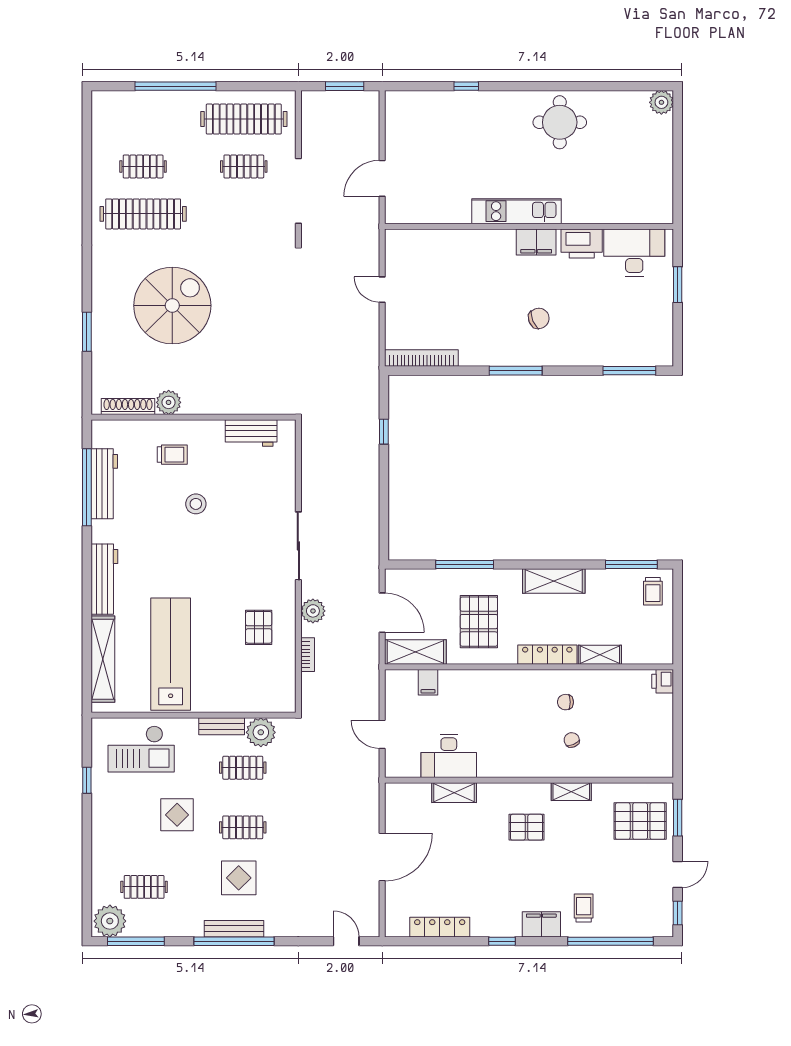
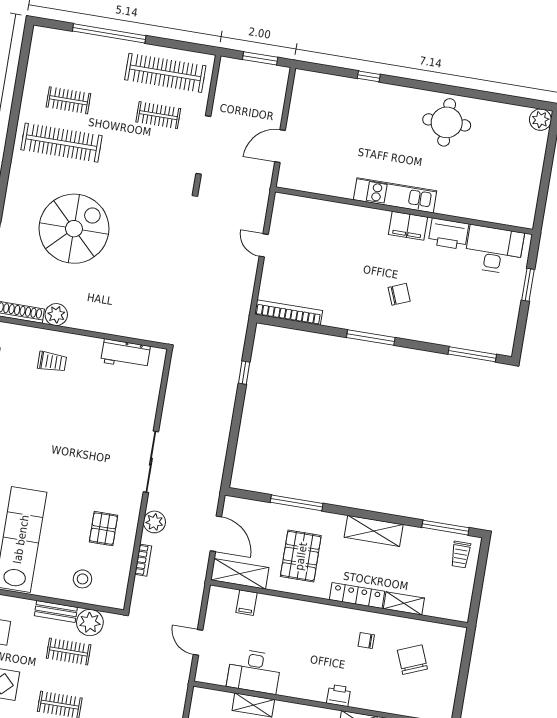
stool: (196, 504) -> (82, 579), moved
printer: (663, 681) -> (339, 695), moved, turned 90
chair: (572, 740) -> (412, 660), moved, width x1.87, depth x1.87

